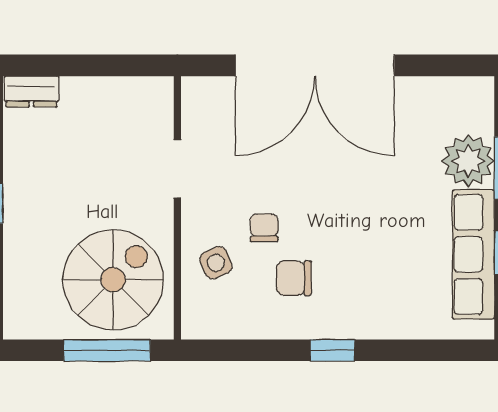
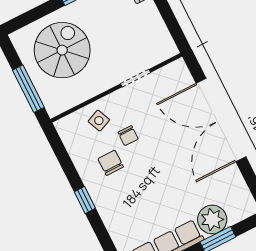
chair: (264, 228) -> (128, 136), turned 90
spiral stairs: (113, 280) -> (62, 50), moved, turned -90

